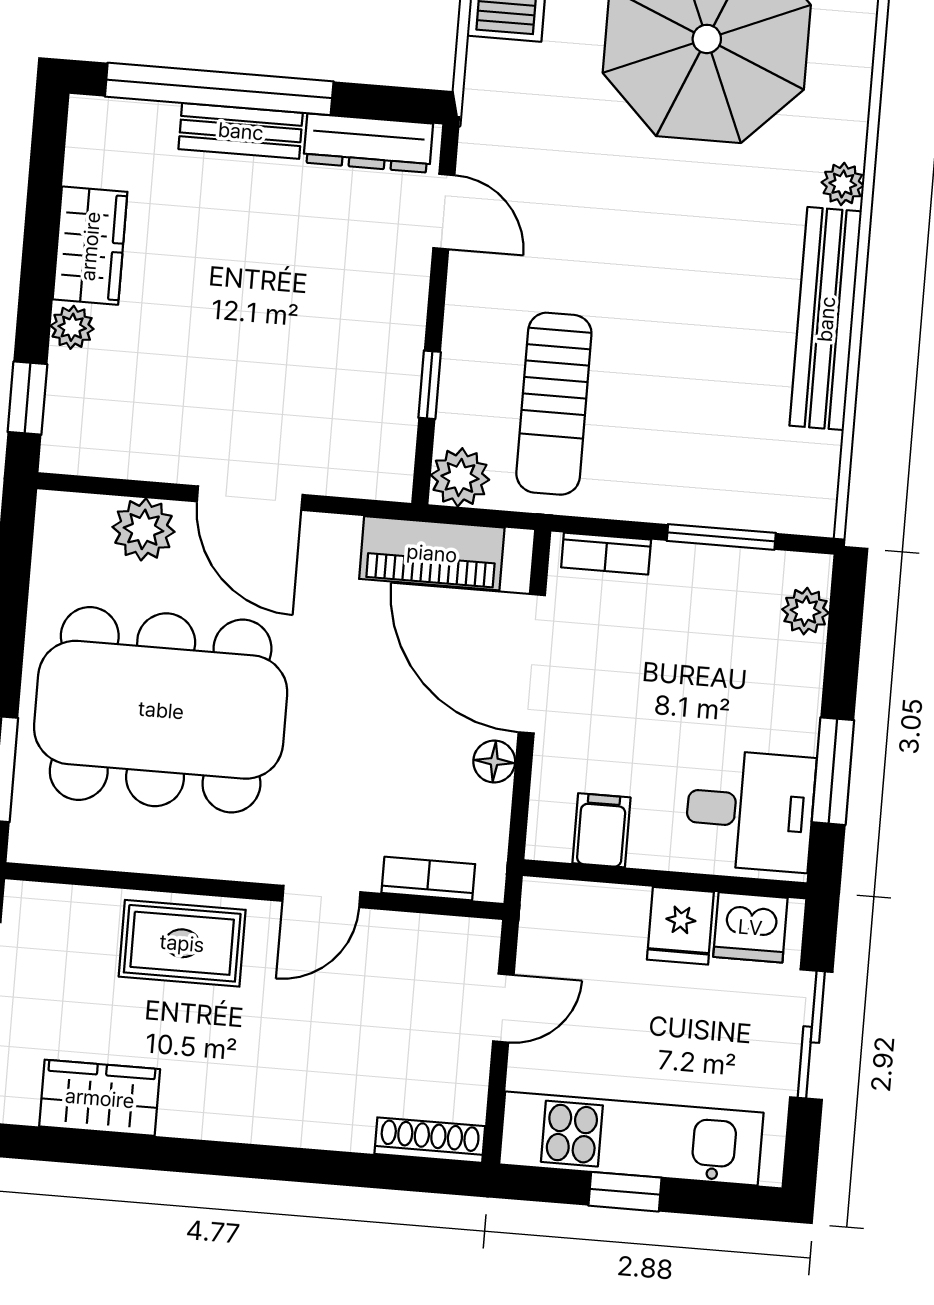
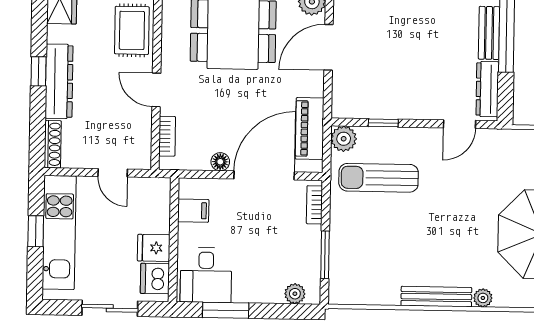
bench: (826, 319) -> (436, 297), width x0.73, depth x0.82
dresser: (288, 1116) -> (59, 81), added
window: (262, 1162) -> (39, 71), added

